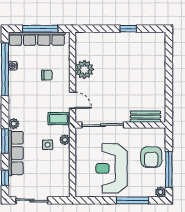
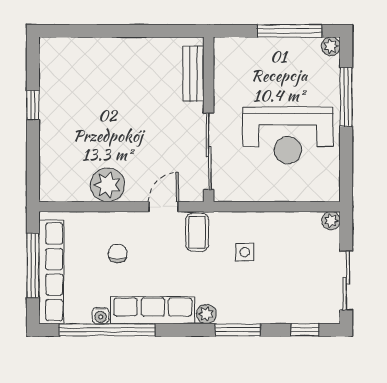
plant: (65, 140) -> (331, 221), moved
row of seats: (16, 153) -> (153, 310), moved
armchair: (151, 157) -> (267, 63), removed

